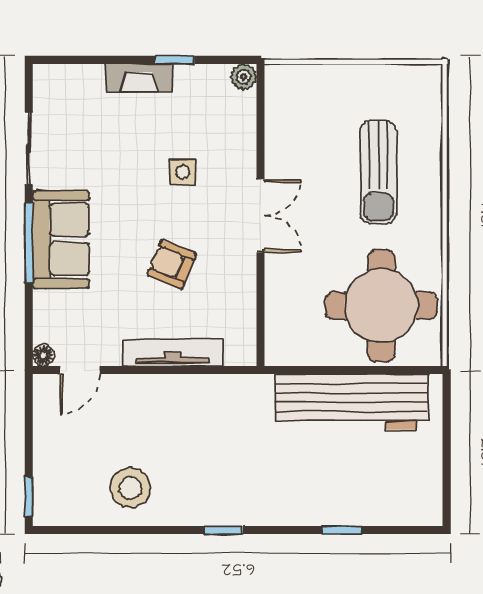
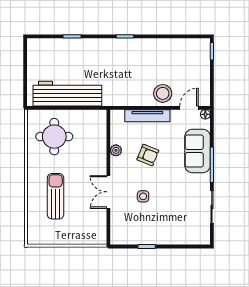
plant: (244, 77) -> (116, 150), moved
fireplace: (139, 78) -> (163, 238), removed
double door: (261, 216) -> (108, 192), moved
sofa: (61, 239) -> (198, 151), moved
round table: (381, 306) -> (54, 137), width x0.73, depth x0.73
stool: (130, 488) -> (163, 93), moved

